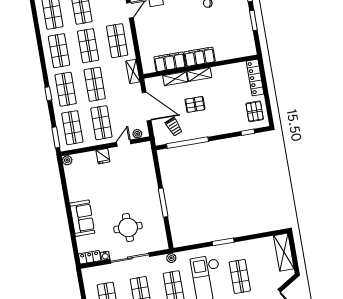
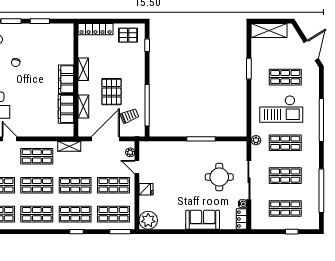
shelving: (199, 74) -> (83, 69), moved
pallet: (195, 104) -> (111, 92), width x1.50, depth x1.42
plant: (67, 160) -> (148, 220), width x1.88, depth x1.88
window: (223, 242) -> (249, 69), moved

